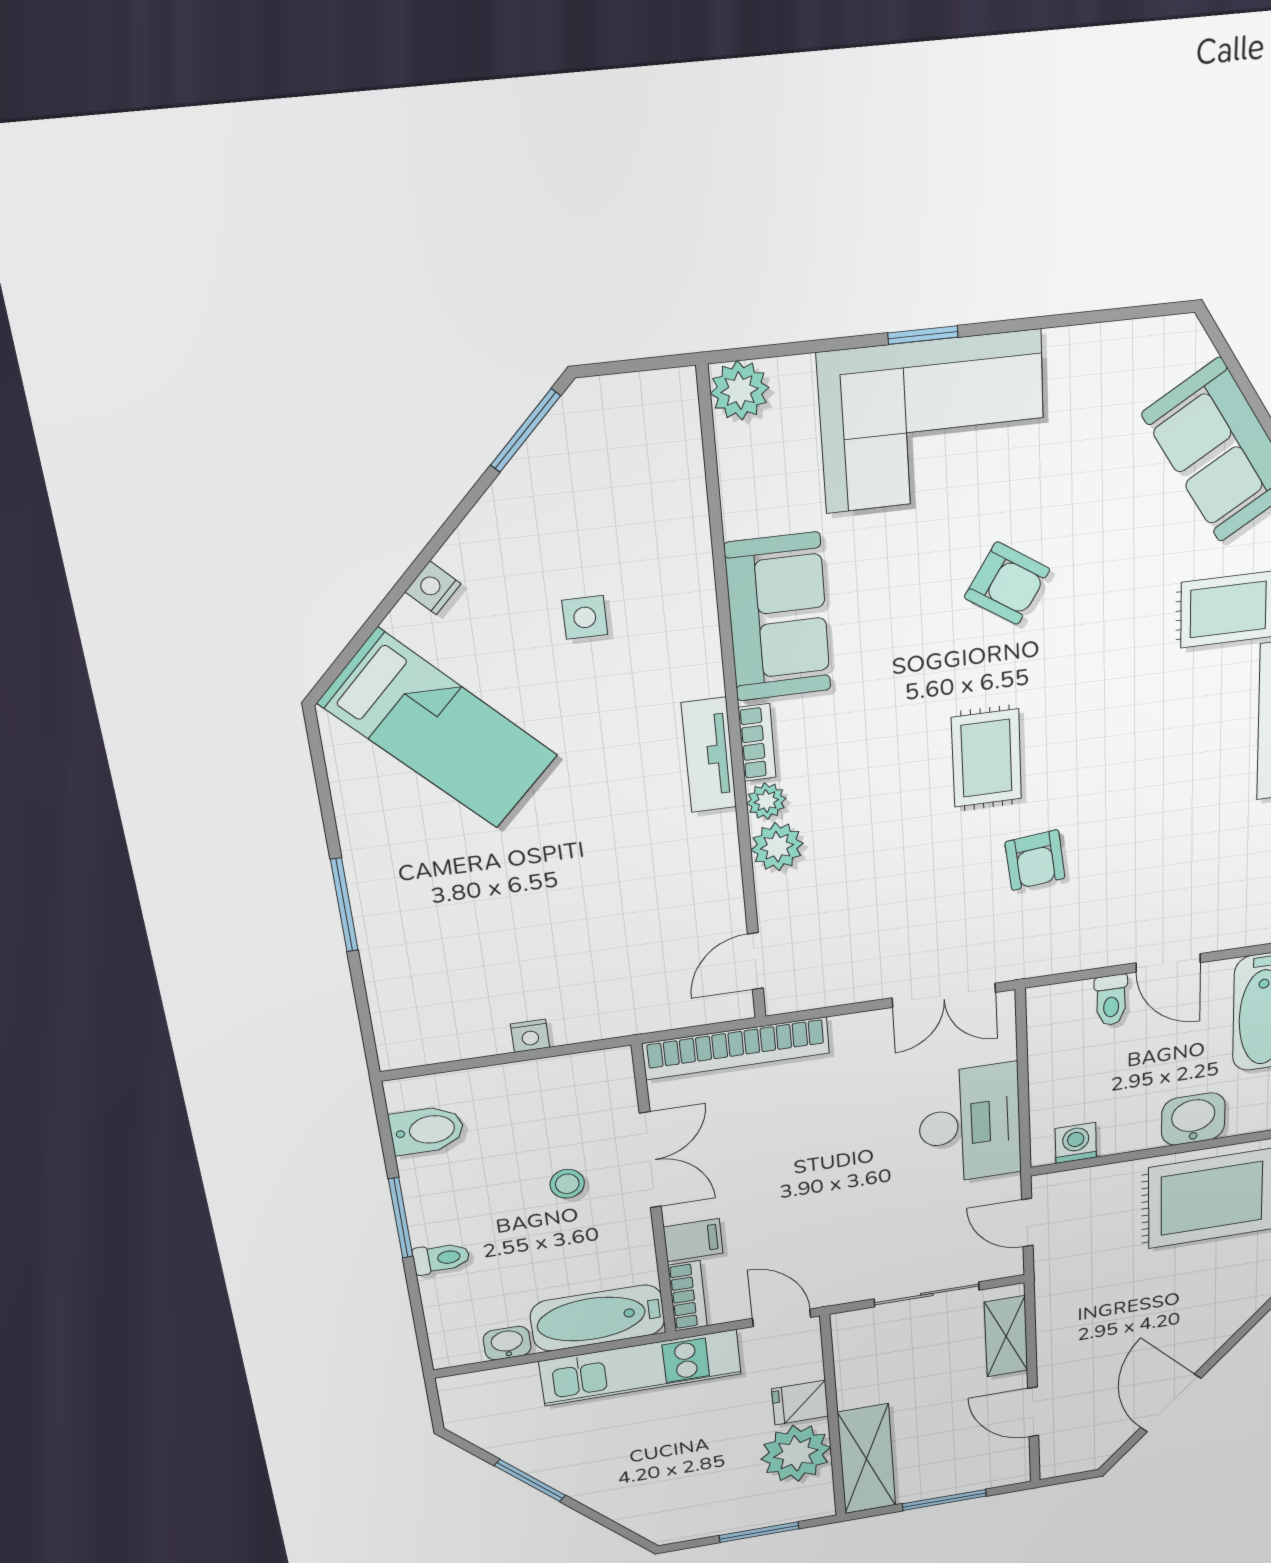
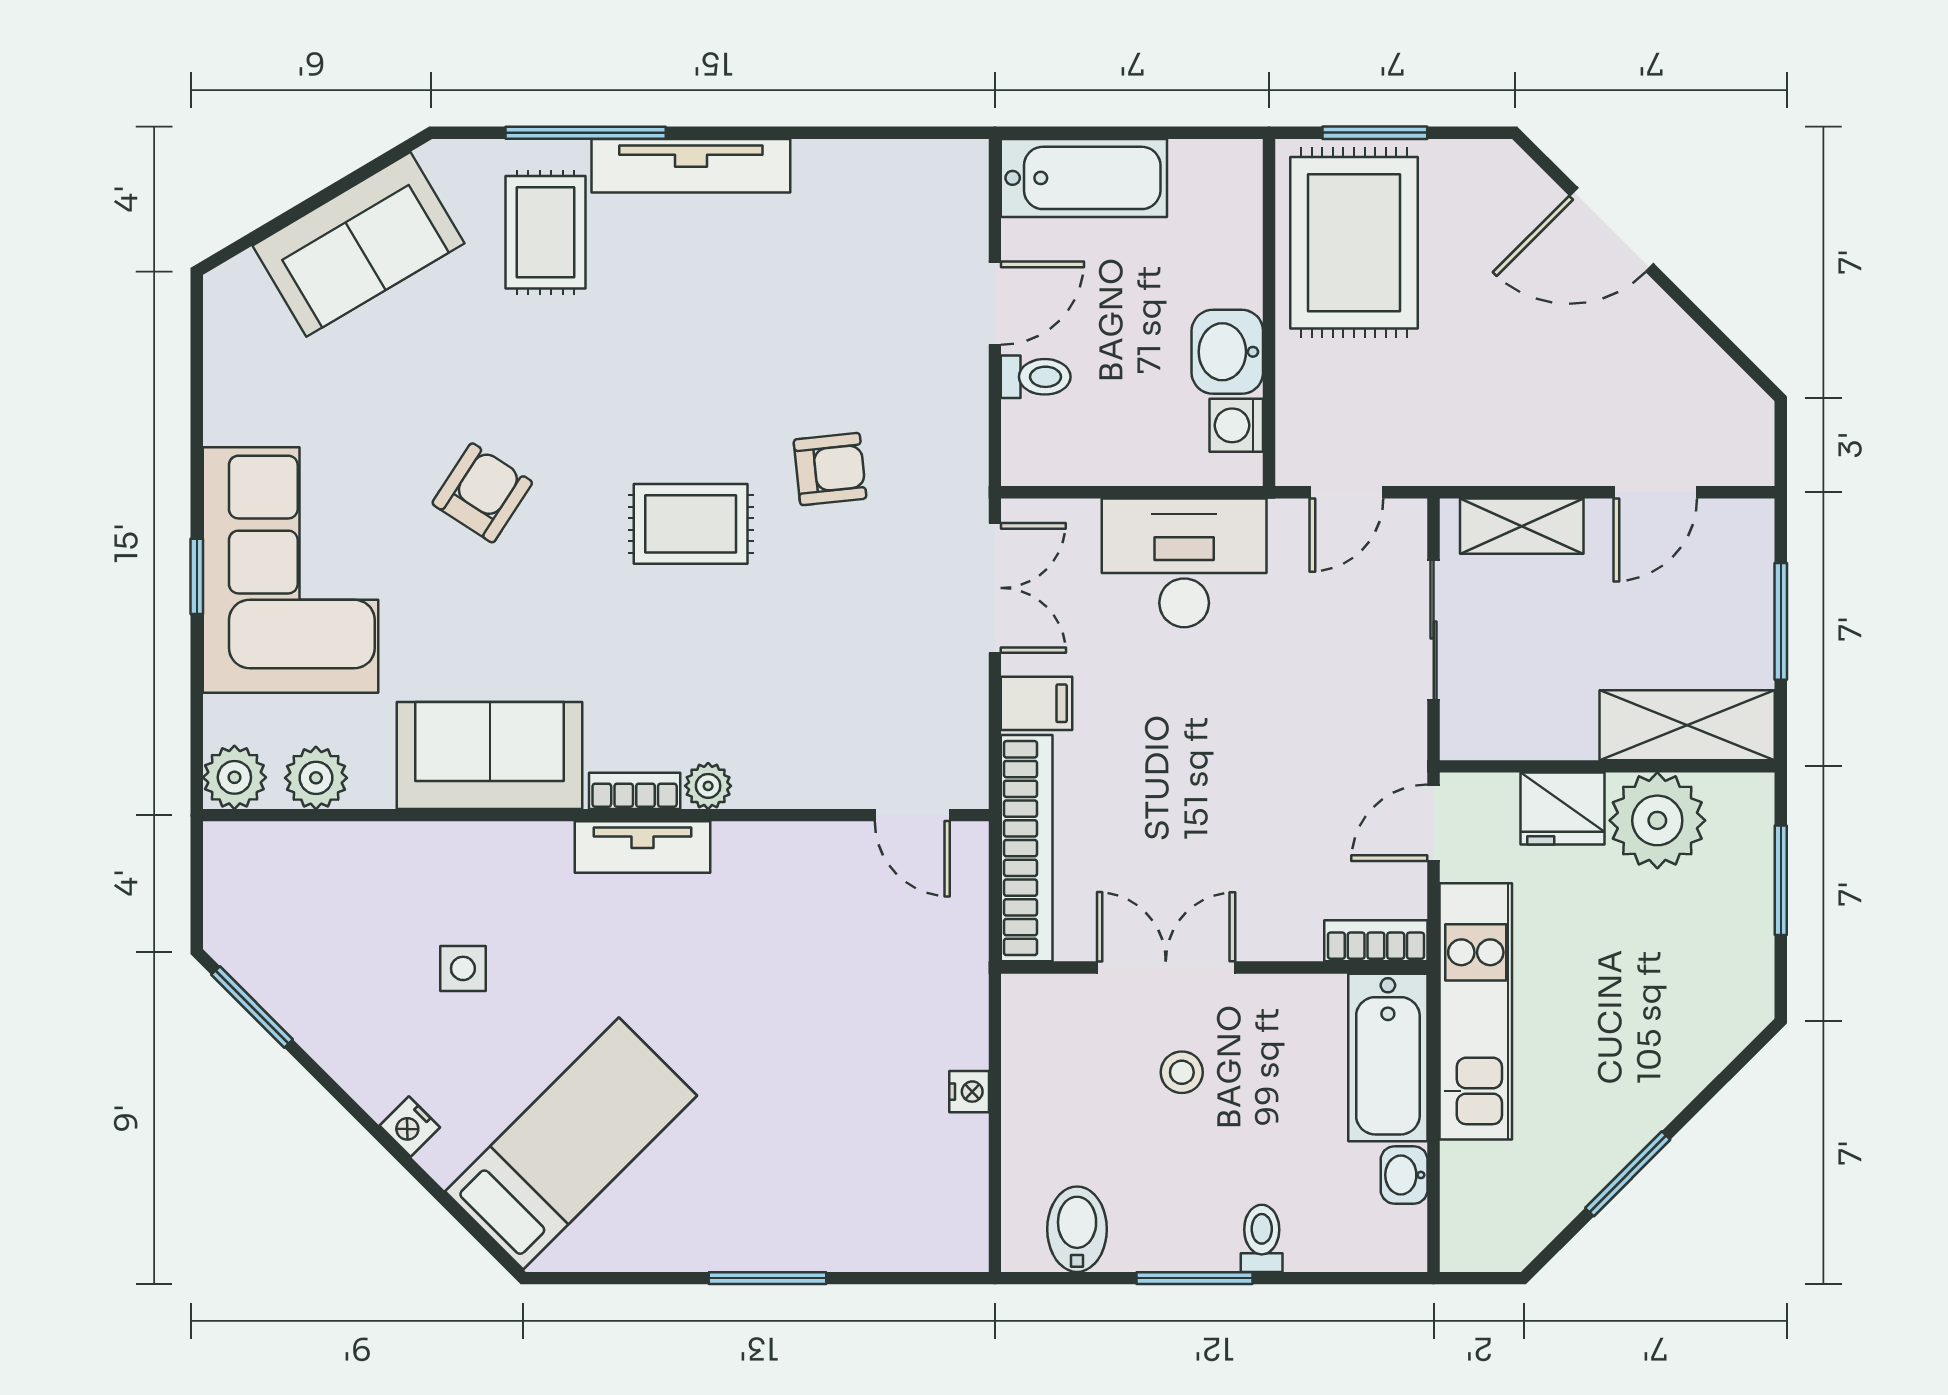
plant: (777, 847) -> (316, 778), moved
washbasin: (1193, 1119) -> (1227, 352), moved
filing cabinet: (693, 1240) -> (1037, 703), moved, turned 90
fridge: (800, 1403) -> (1563, 809), width x1.38
door: (1171, 1403) -> (1612, 230), moved

